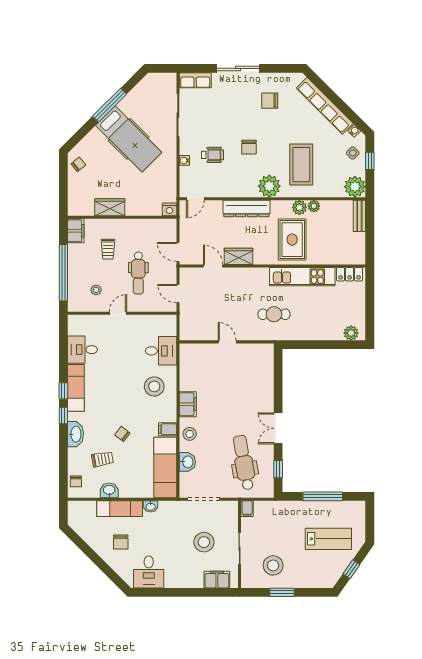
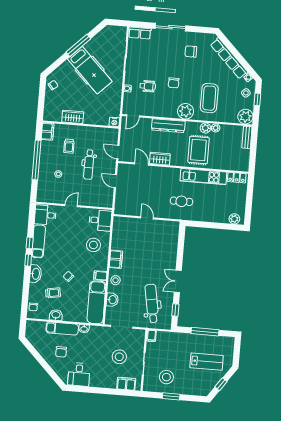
door: (118, 313) -> (71, 206), moved
wall: (122, 313) -> (74, 206), moved

